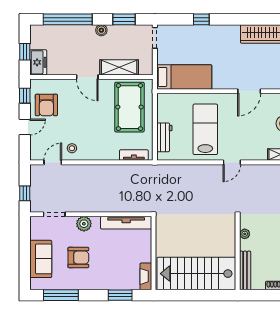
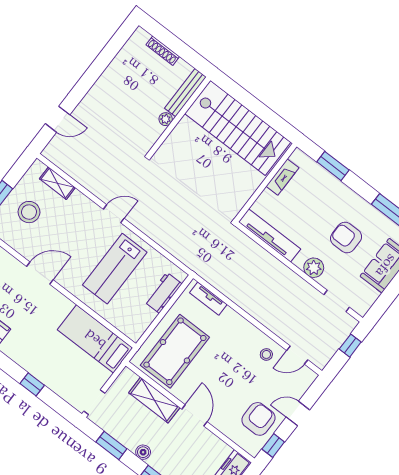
plant: (245, 234) -> (166, 119), moved
fireplace: (146, 276) -> (282, 177), moved

